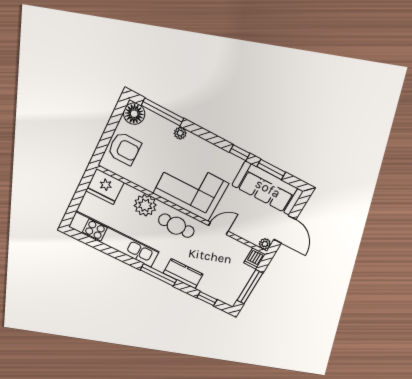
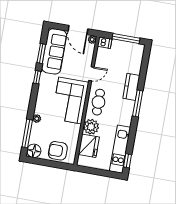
armchair: (124, 149) -> (58, 151), turned -90
fridge: (105, 187) -> (89, 146), moved
door: (218, 228) -> (91, 74), swing flipped
door: (285, 230) -> (78, 30), swing flipped
kitchen unit: (114, 239) -> (120, 149), width x0.73
window: (207, 299) -> (128, 161), moved

